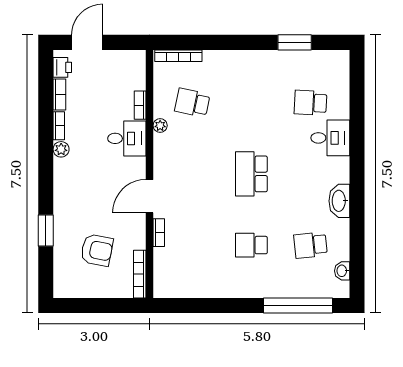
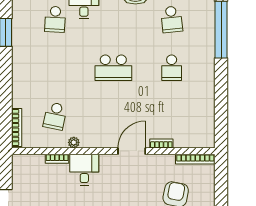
door: (150, 196) -> (132, 151), swing flipped

